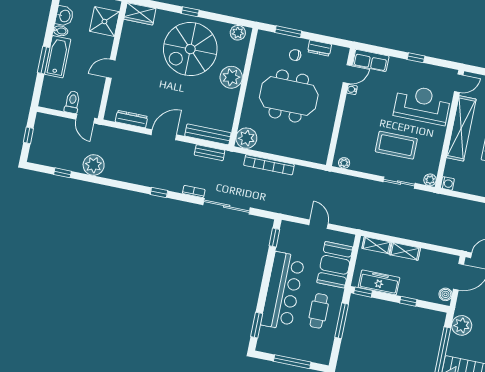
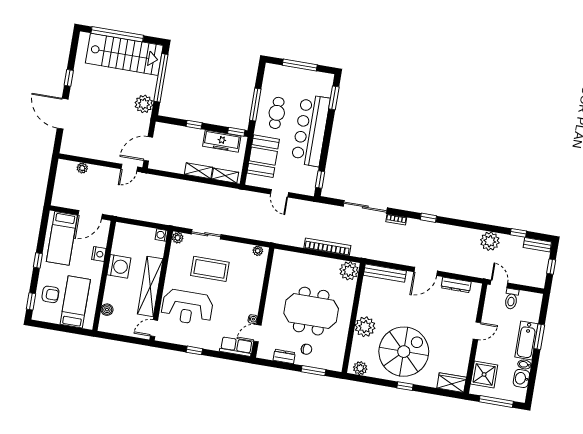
bench: (210, 153) -> (537, 245), moved
boiler: (445, 294) -> (160, 132), removed

